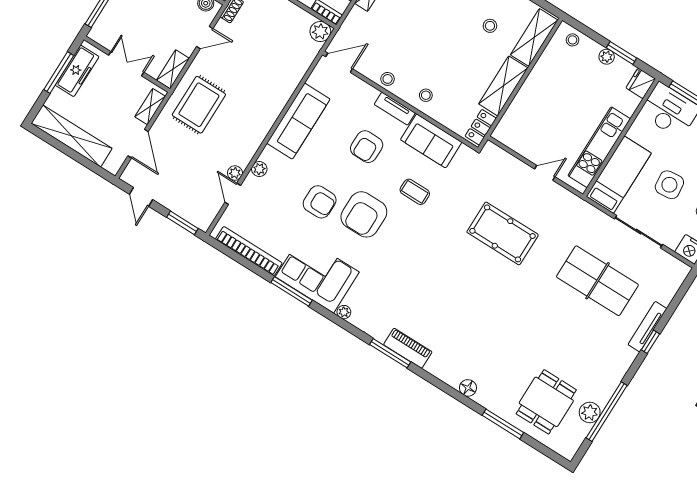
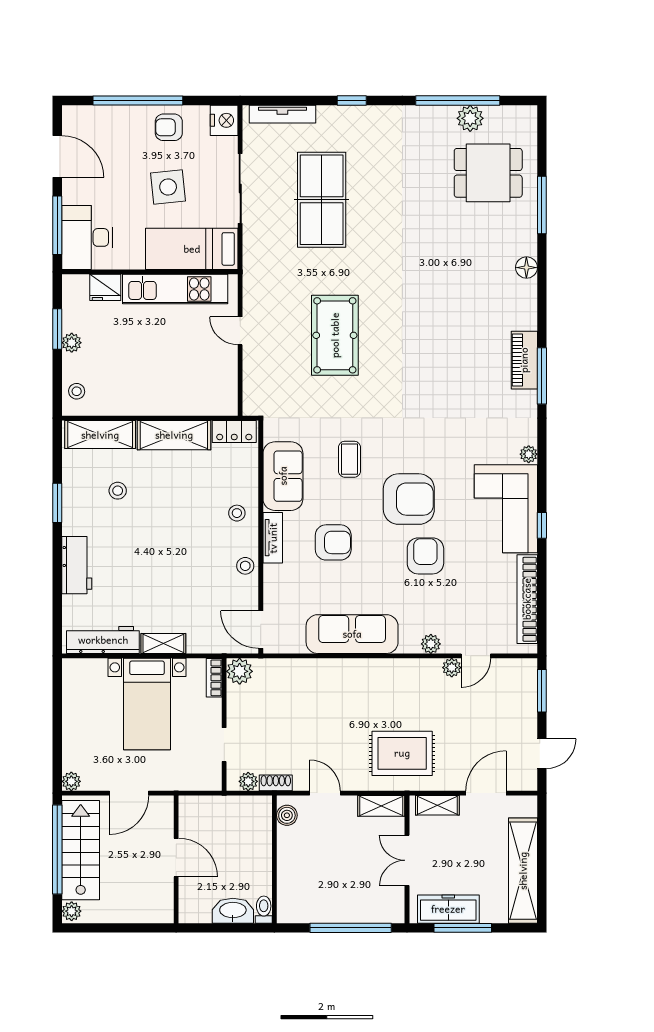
fridge: (641, 83) -> (105, 287), moved
window: (291, 291) -> (542, 525), width x0.46
tv unit: (647, 327) -> (282, 114), moved

